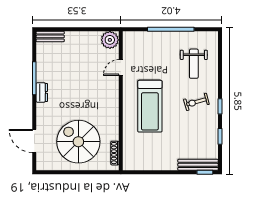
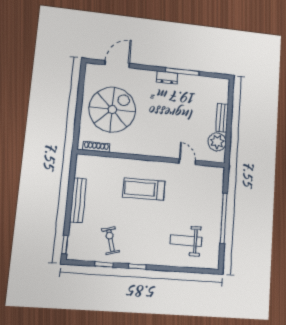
bench: (50, 36) -> (222, 118), moved
plant: (110, 40) -> (217, 142), moved
exercise bike: (196, 102) -> (110, 241), moved
treadmill: (150, 106) -> (144, 189), width x0.73, depth x0.73
bench: (198, 165) -> (78, 200), moved

